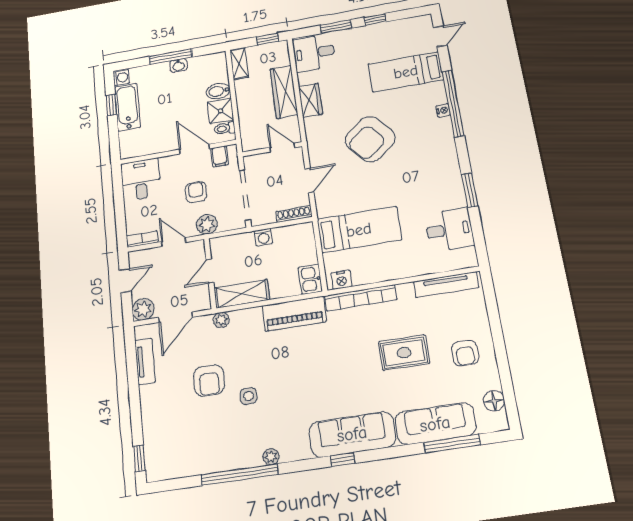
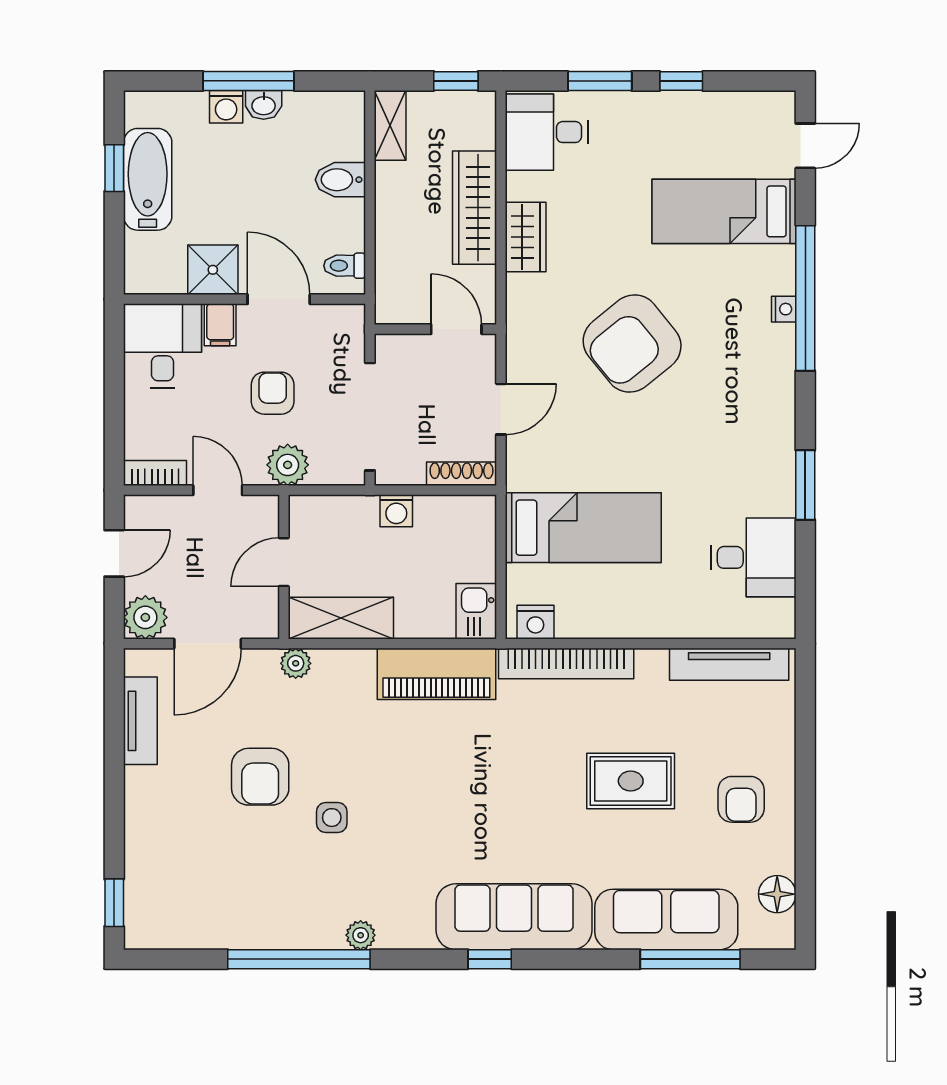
washing machine: (121, 78) -> (226, 107), moved, turned 90
shower: (220, 111) -> (213, 270), moved
filing cabinet: (219, 156) -> (220, 325), moved

